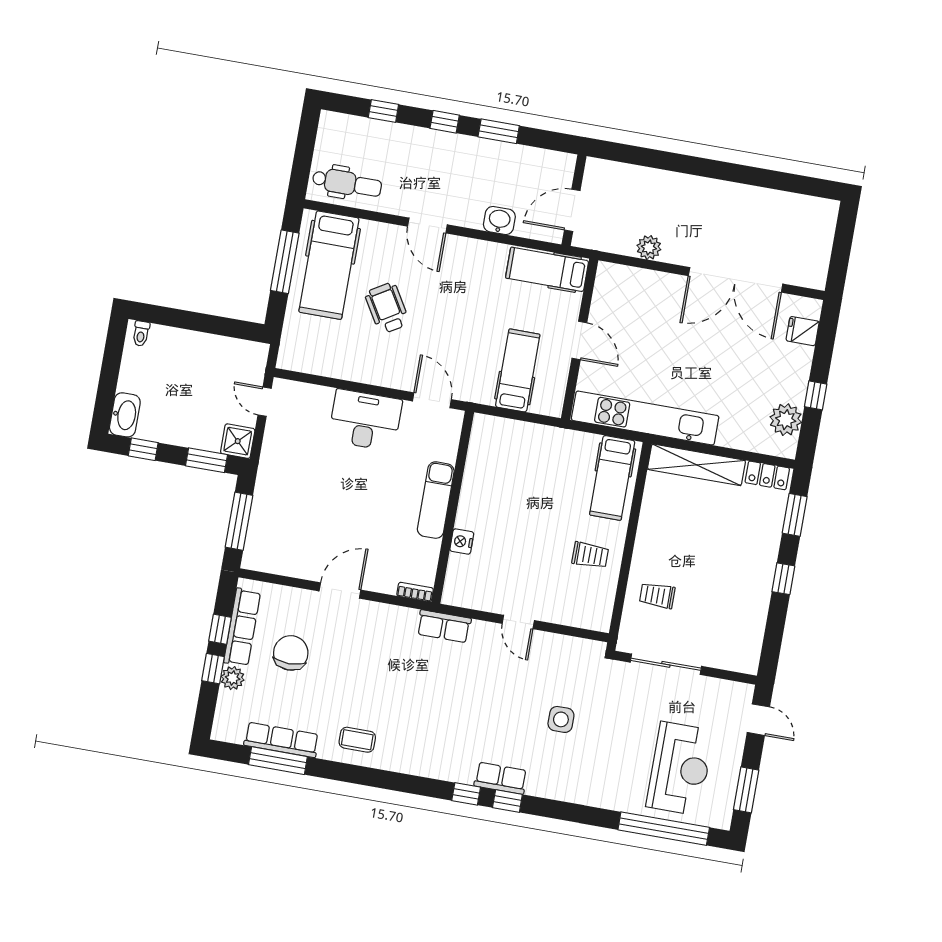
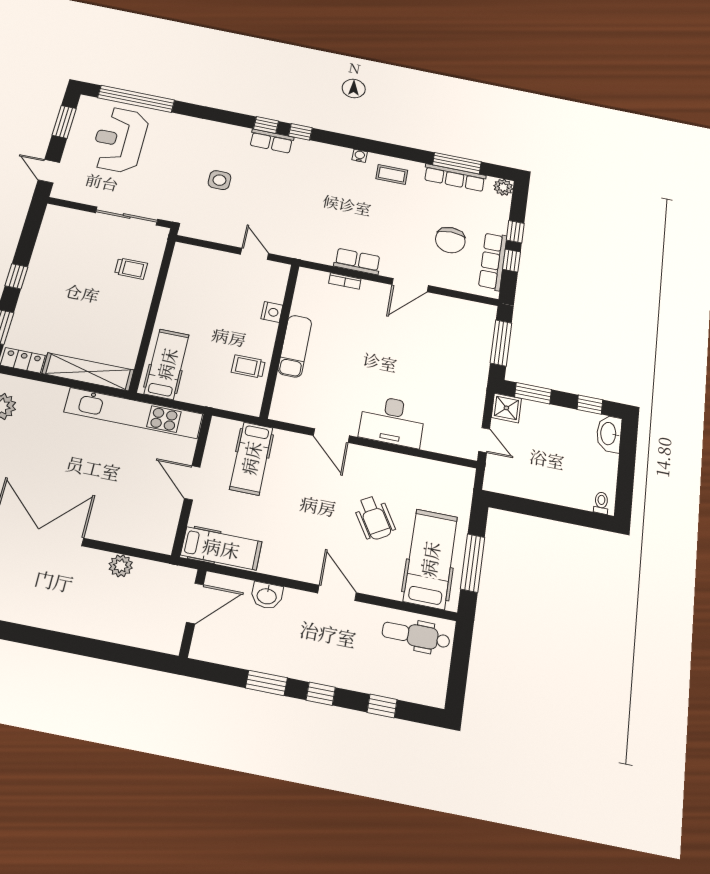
exam couch: (436, 500) -> (295, 346), moved
wall: (453, 507) -> (280, 340), moved
nightstand: (462, 542) -> (272, 312), moved
trolley: (590, 555) -> (248, 366), moved
row of seats: (444, 626) -> (357, 261), moved
plant: (233, 678) -> (503, 187), moved
water cooler: (395, 764) -> (360, 156), added

